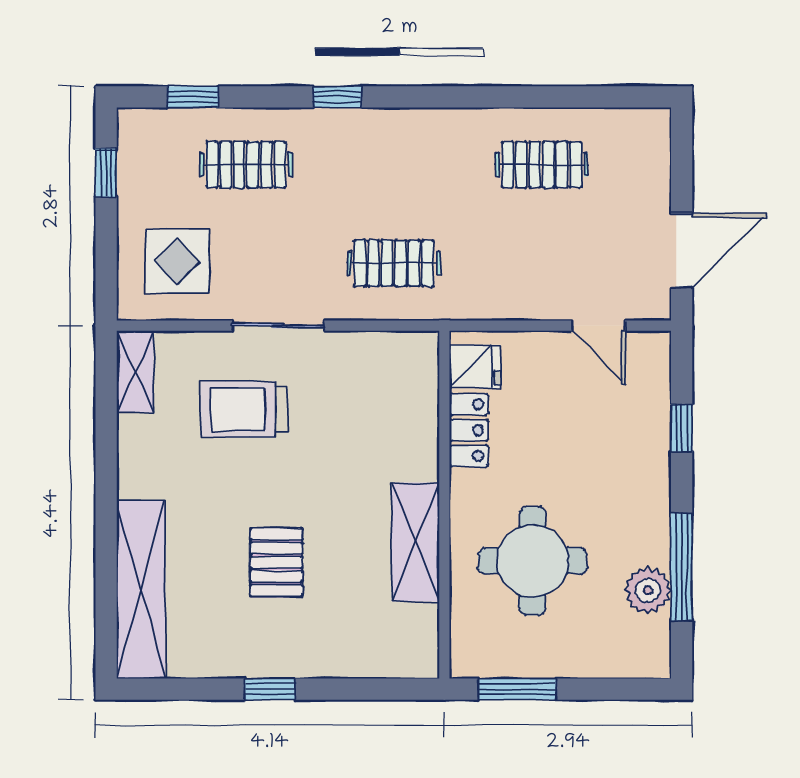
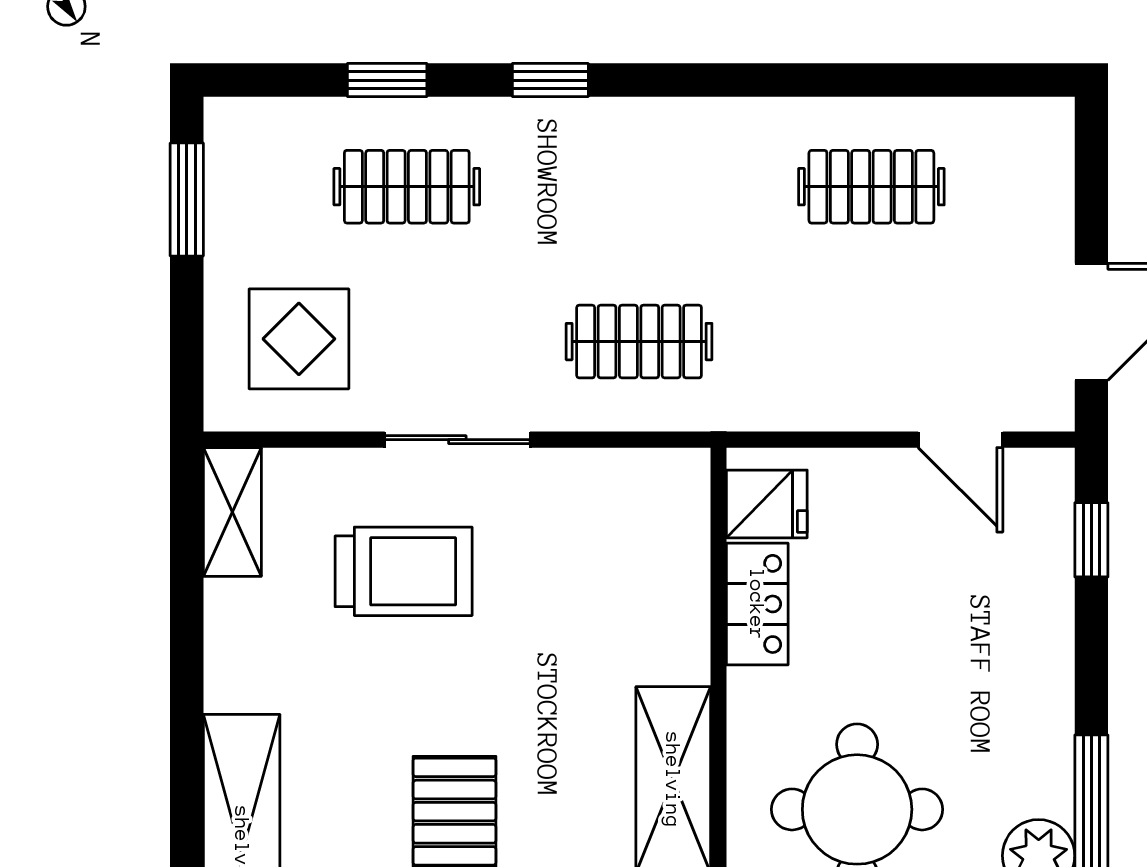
window: (193, 97) -> (387, 80), moved
window: (106, 173) -> (187, 200), width x1.50
trolley: (244, 409) -> (404, 571), turned 180
window: (682, 428) -> (1091, 540), moved

